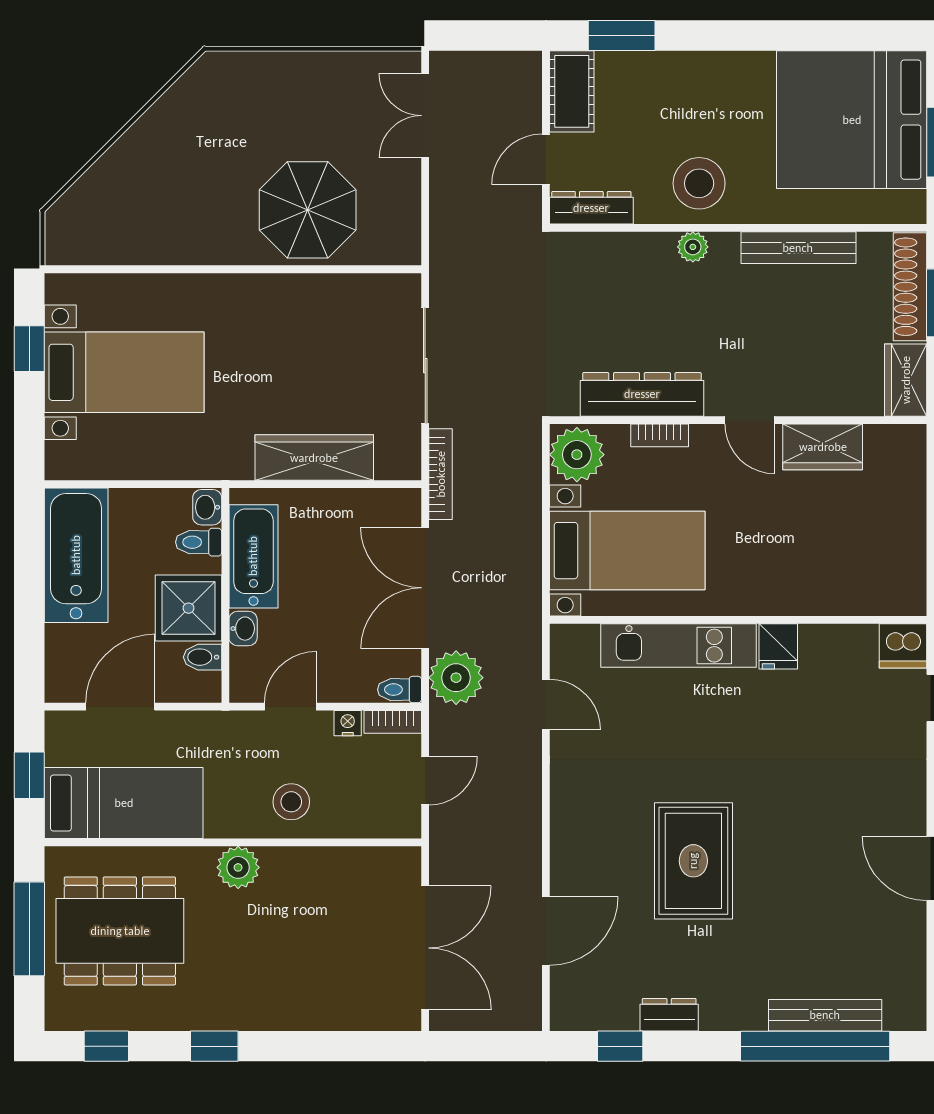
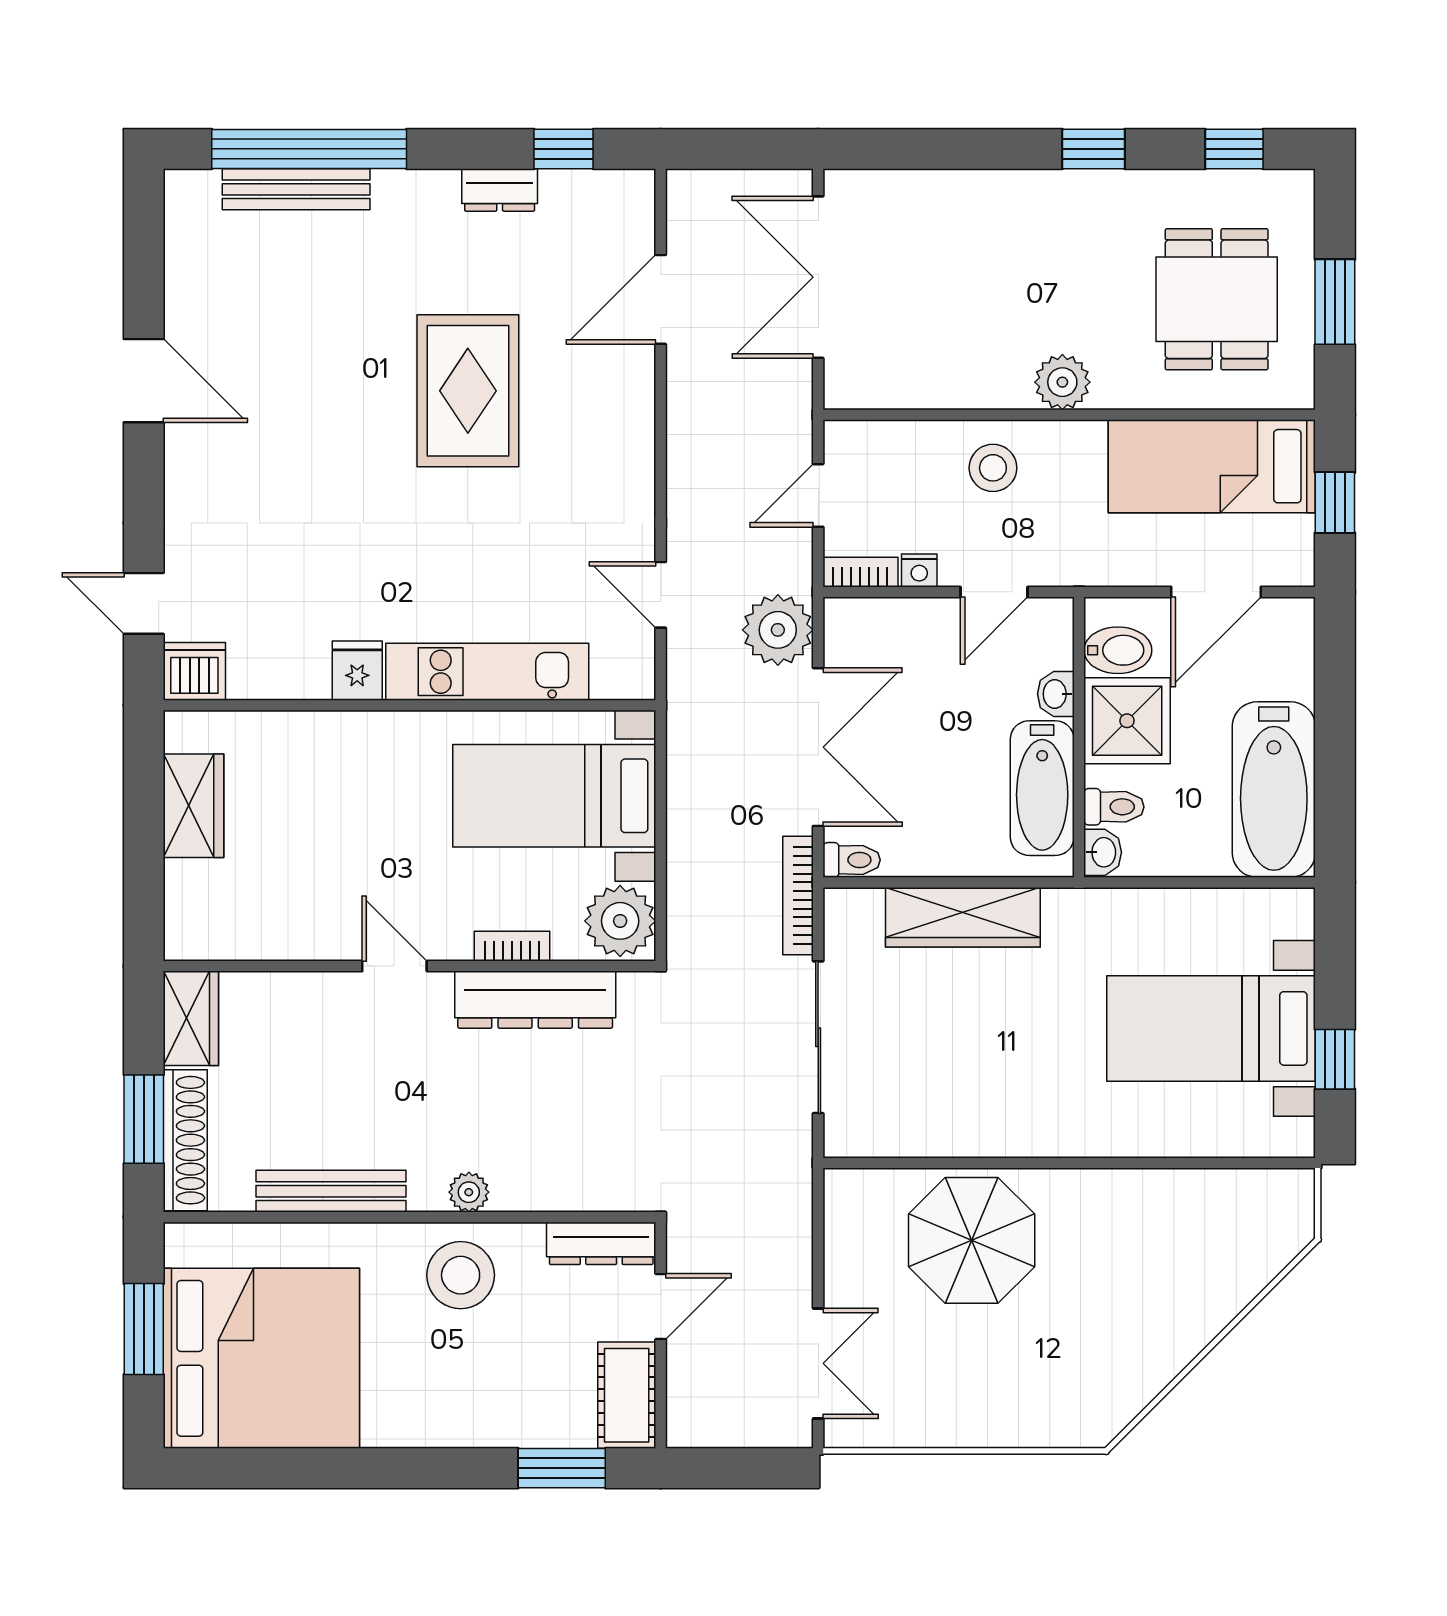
wardrobe: (823, 447) -> (194, 806), moved, turned 90
bidet: (202, 657) -> (1118, 650), width x1.38, depth x1.36
toilet: (400, 690) -> (852, 860), moved
window: (29, 929) -> (1335, 302), width x0.69
dining table: (120, 931) -> (1217, 299), width x0.73

